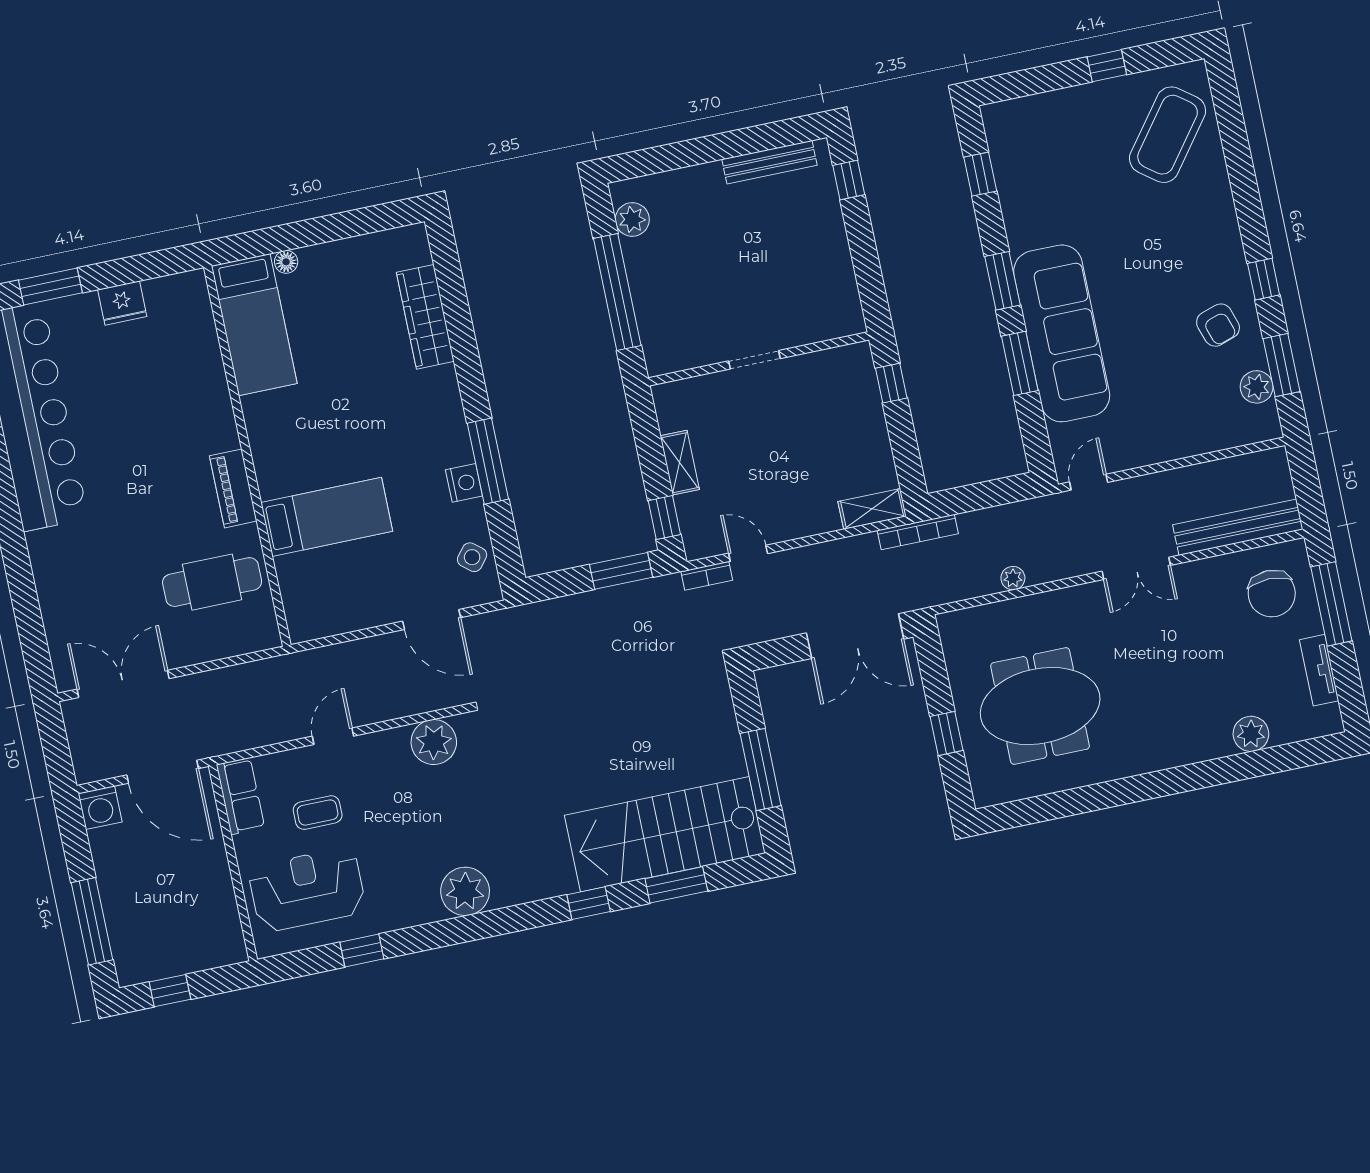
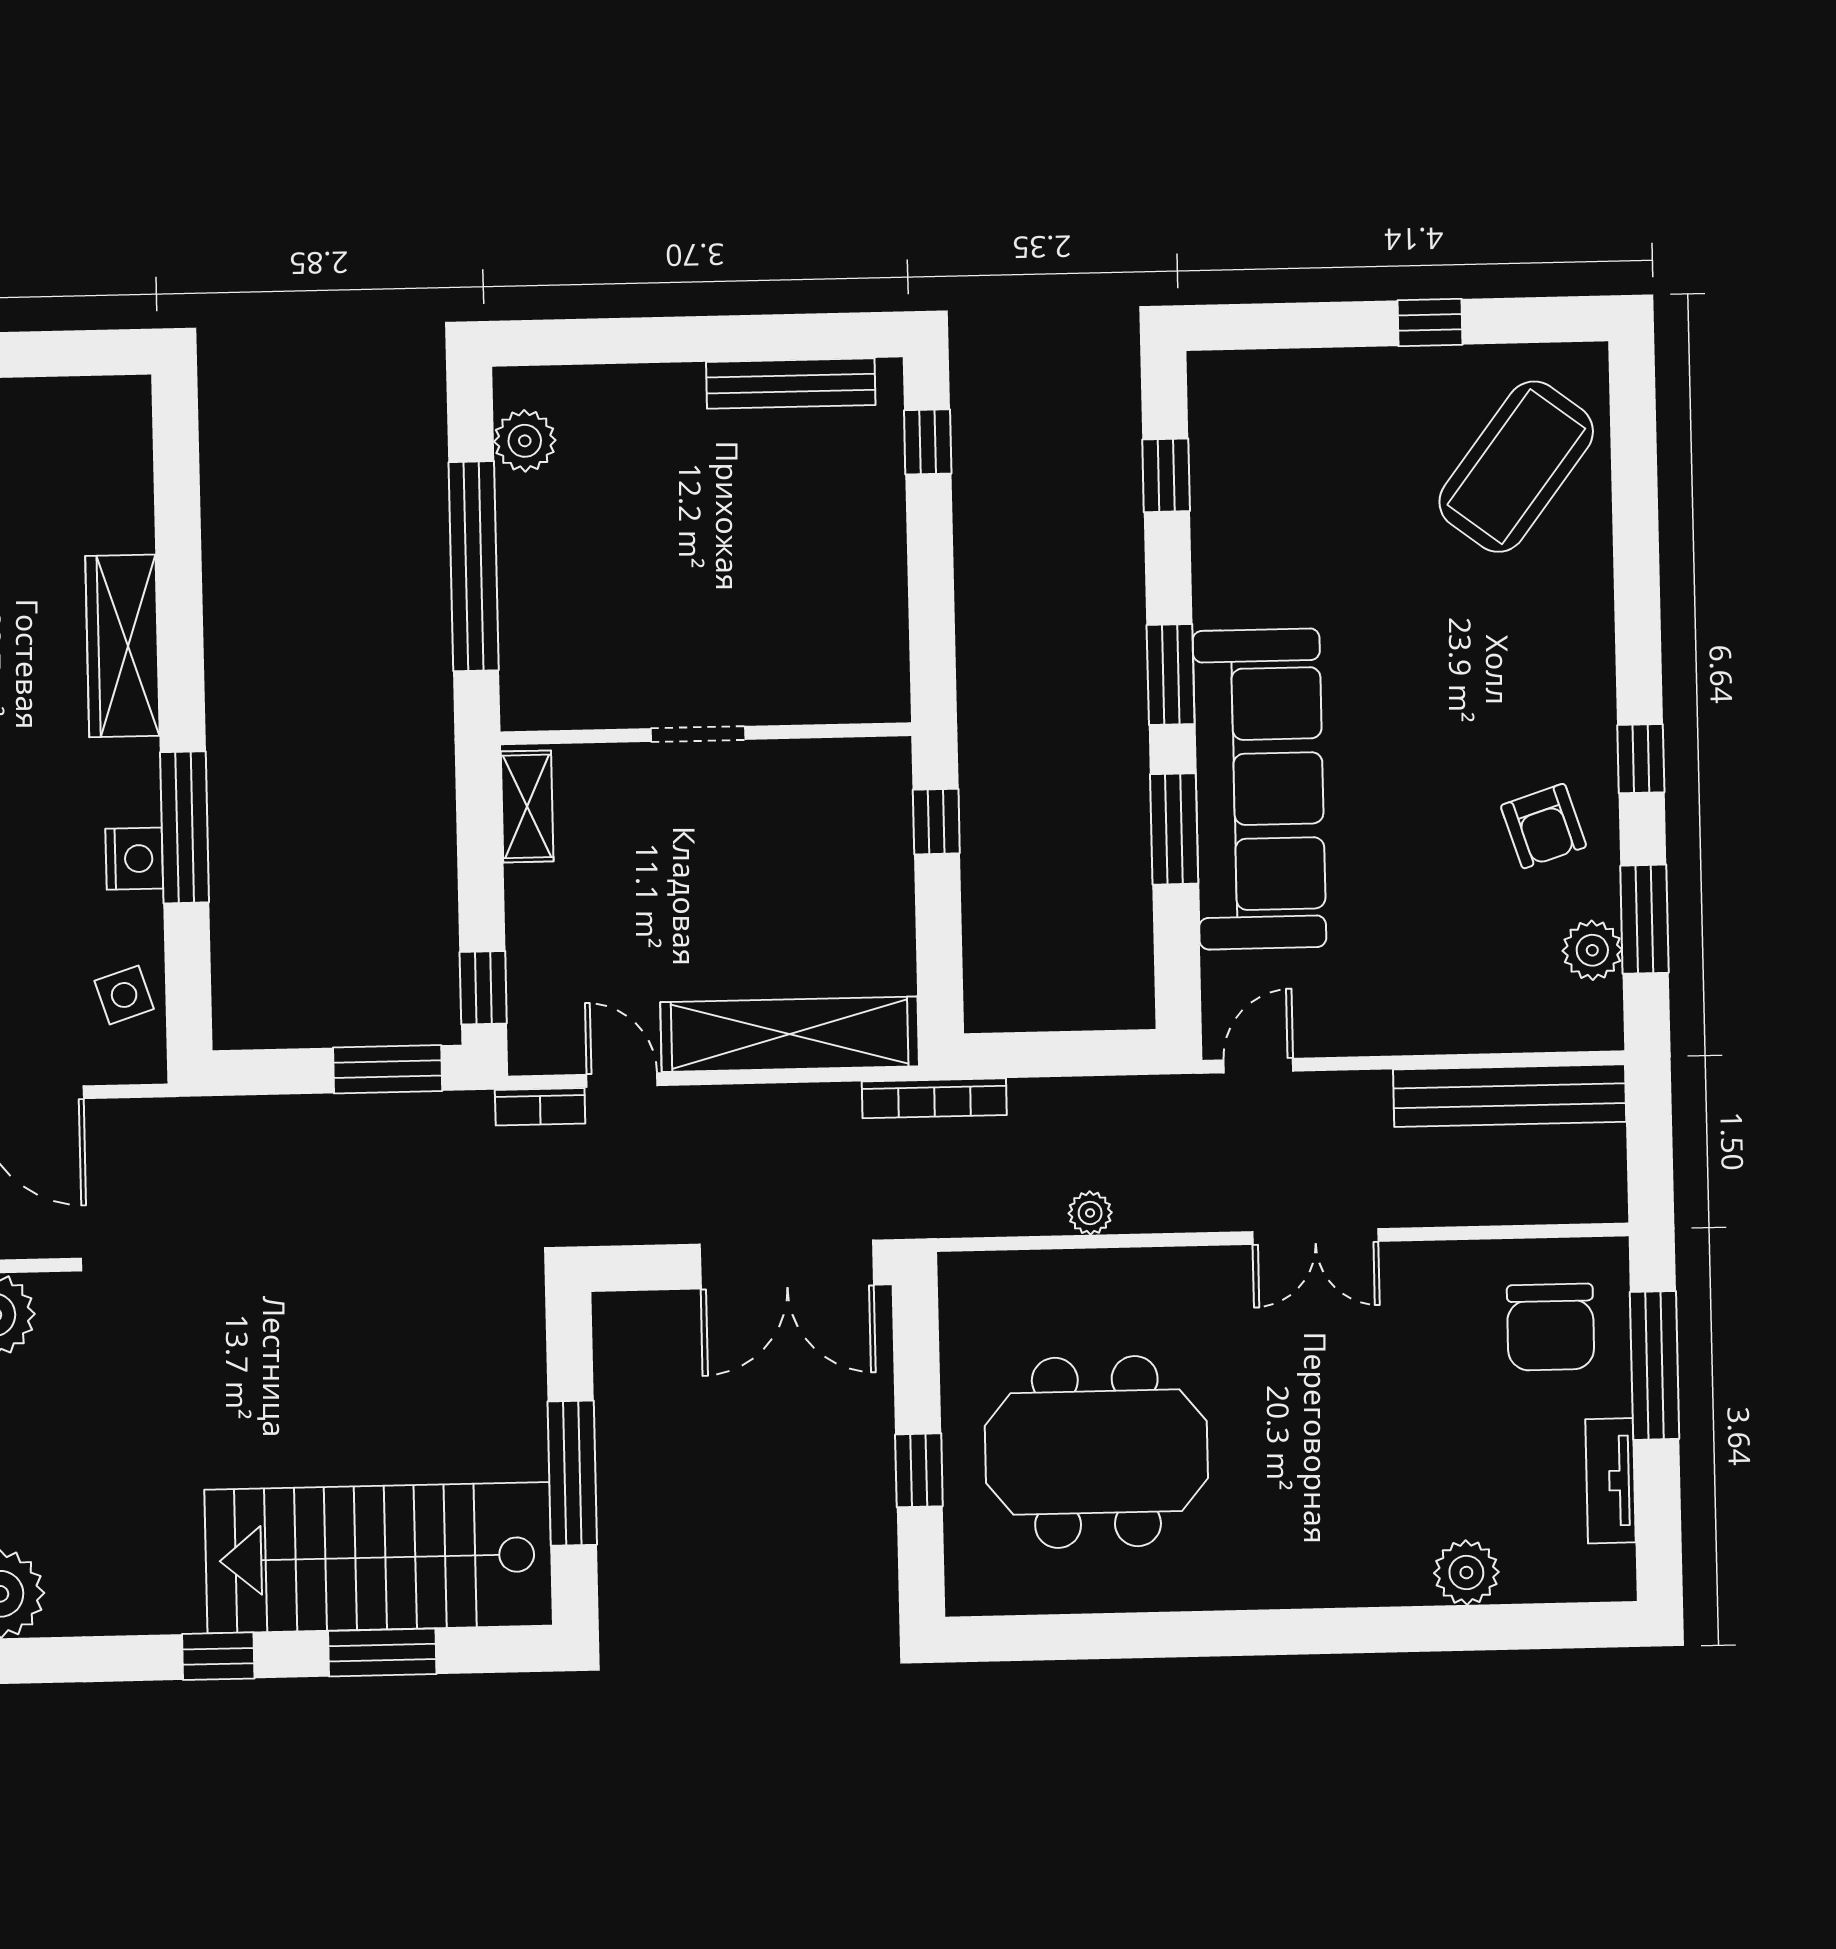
wardrobe: (425, 317) -> (122, 646), moved
shelving: (680, 463) -> (527, 806), moved
shelving: (872, 509) -> (790, 1034), width x2.20, depth x1.33
bench: (1238, 527) -> (1510, 1096), moved
side table: (472, 557) -> (124, 995), turned 33

